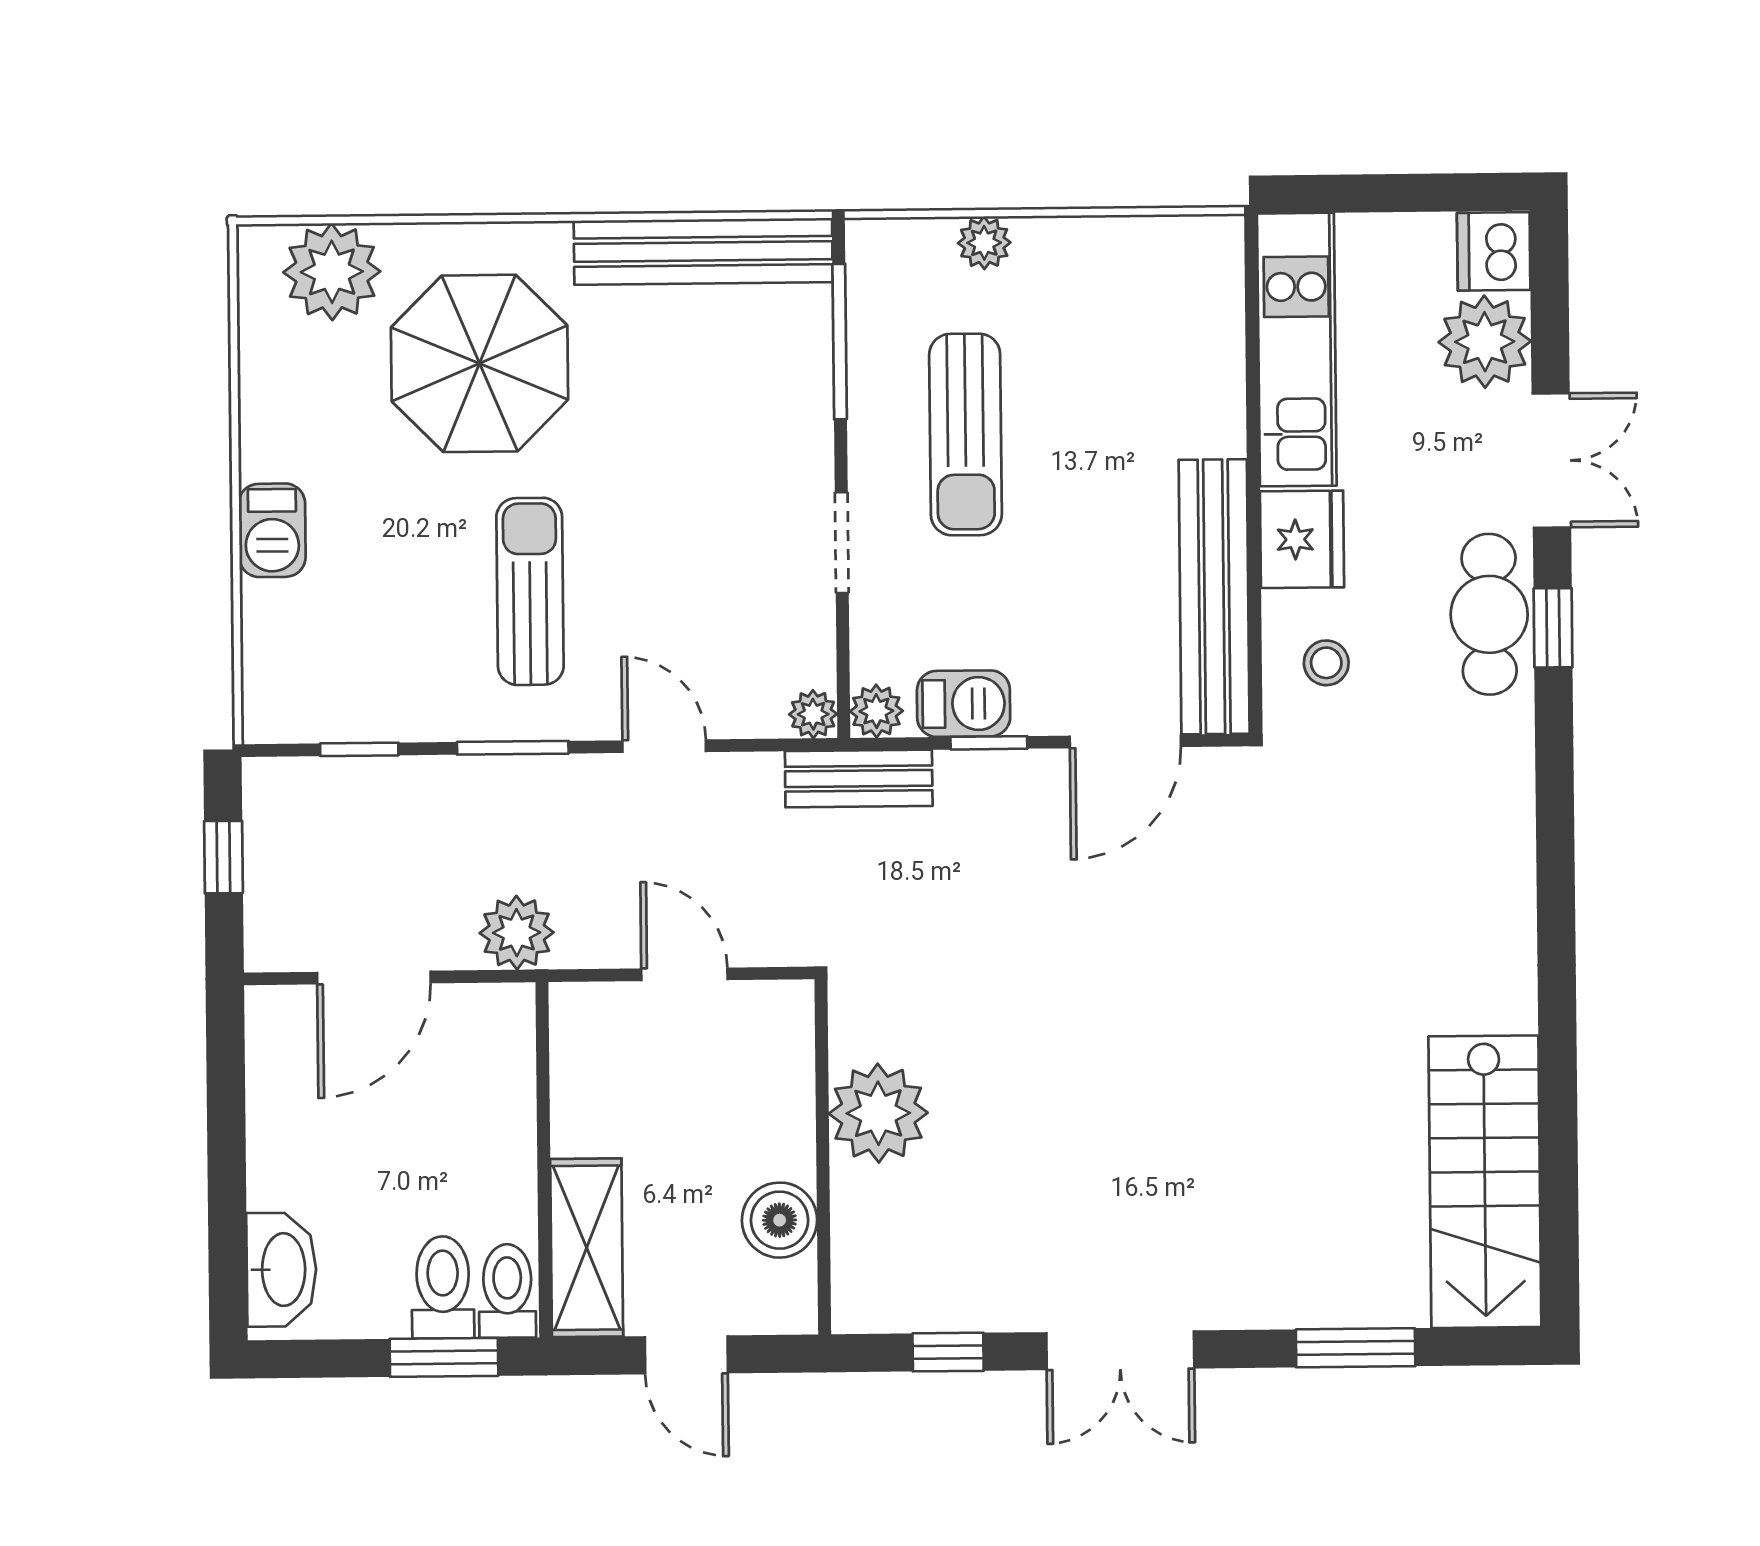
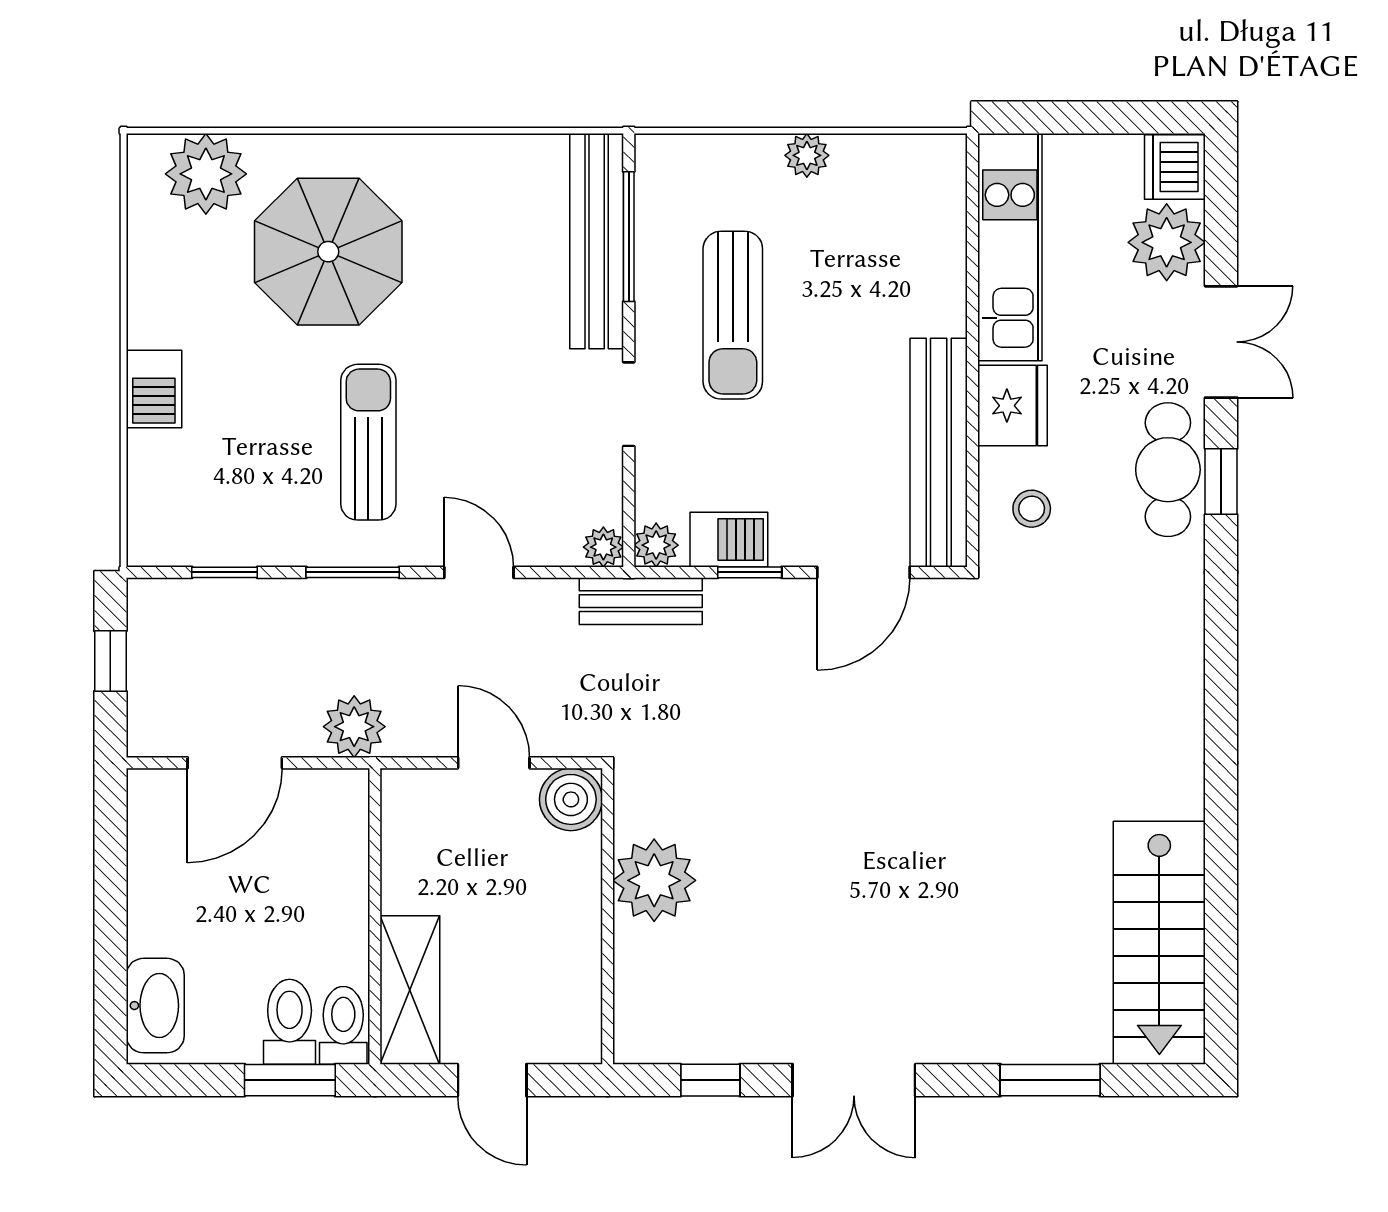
plant: (984, 243) -> (807, 155), moved
bench: (703, 251) -> (597, 241), moved, turned 90
boiler: (780, 1220) -> (571, 799), moved

